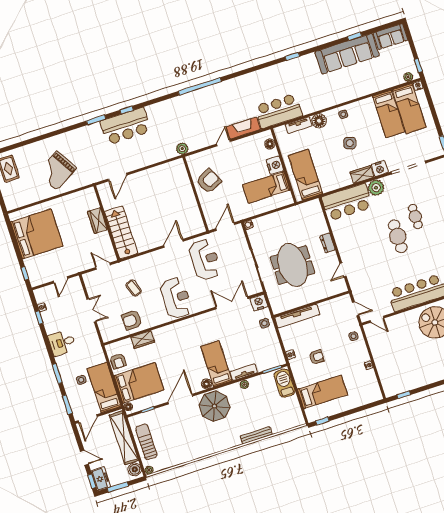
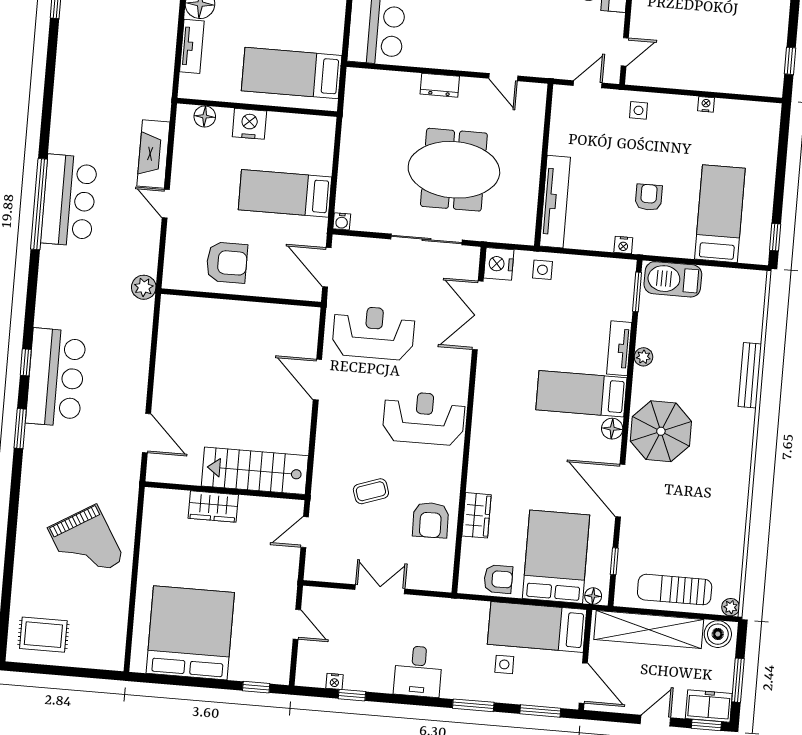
bar counter: (279, 111) -> (69, 200), moved, turned 180
armchair: (209, 181) -> (227, 262), turned 116
bed: (266, 187) -> (285, 193), moved, turned 90

